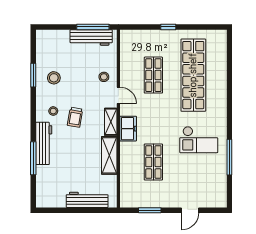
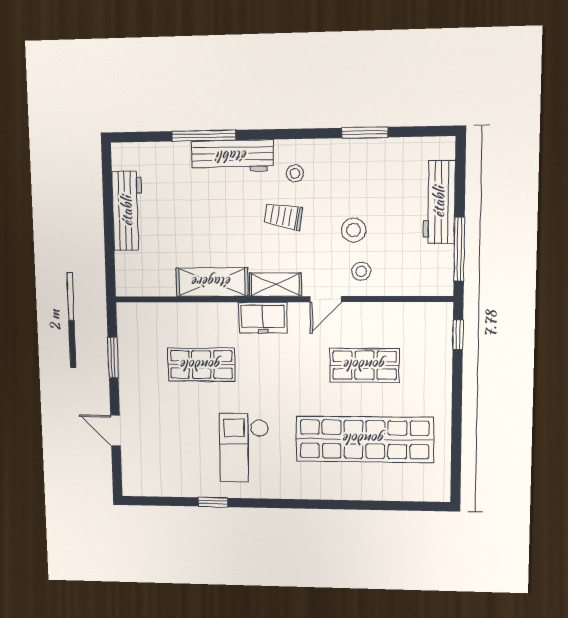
window: (168, 27) -> (458, 335), moved
workbench: (91, 37) -> (439, 202), moved
stool: (54, 78) -> (354, 230), moved
window: (229, 157) -> (213, 502), width x0.46
workbench: (87, 200) -> (127, 211), moved

